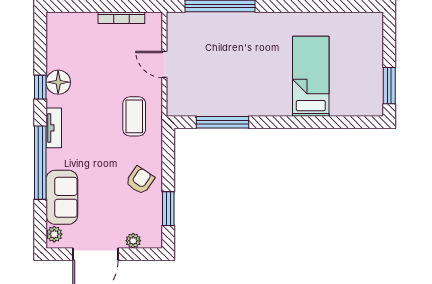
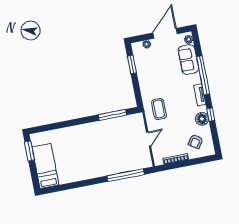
door: (164, 64) -> (149, 139), hinge flipped
bed: (311, 76) -> (45, 166), moved, turned 180
armchair: (140, 180) -> (196, 141), moved

